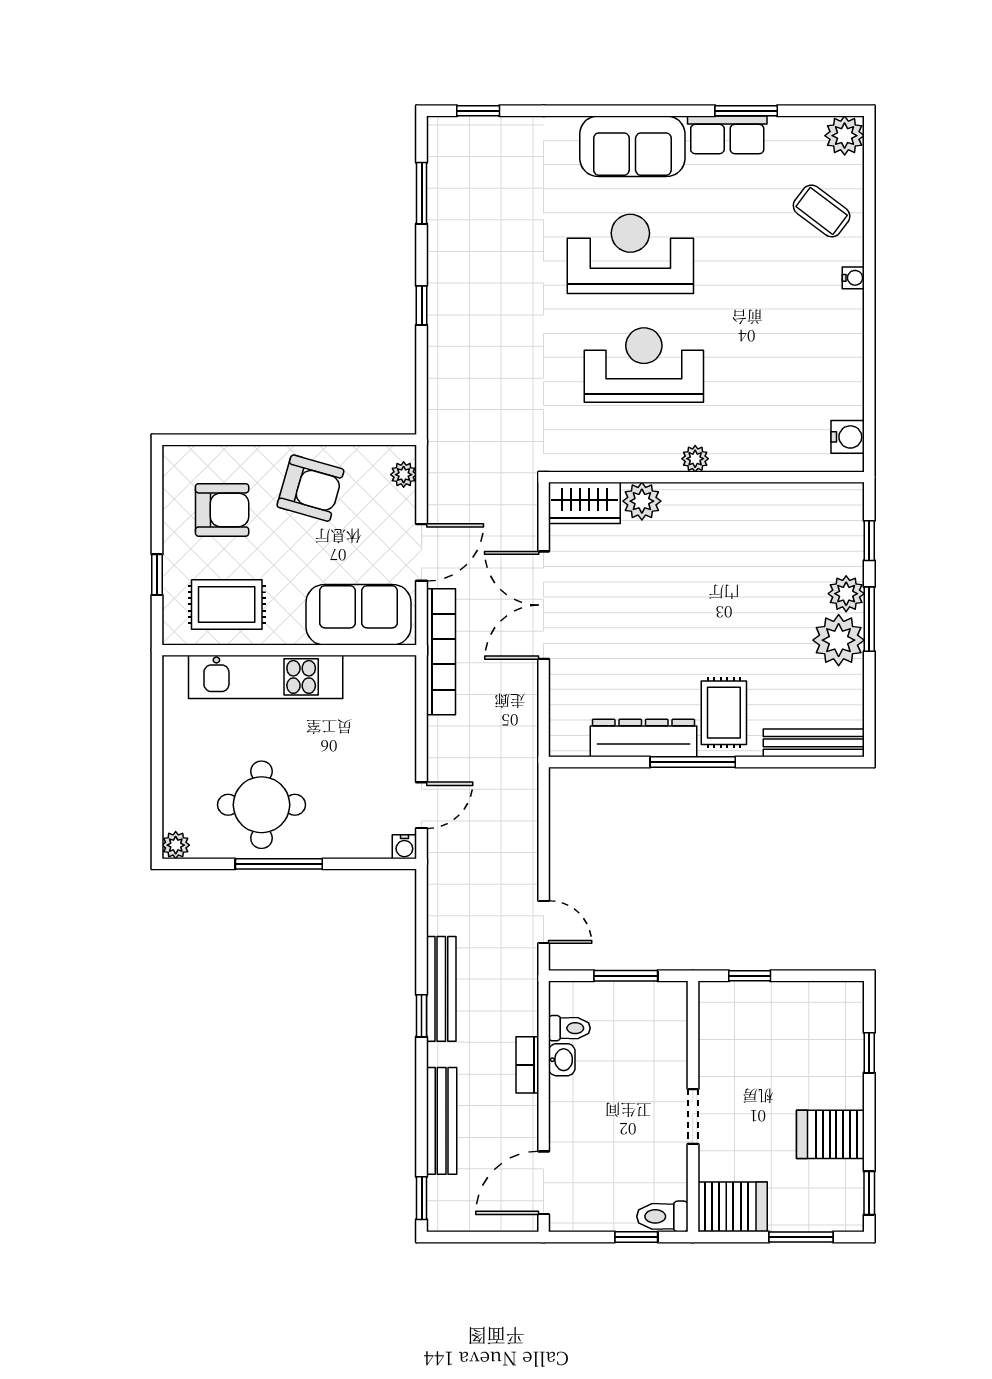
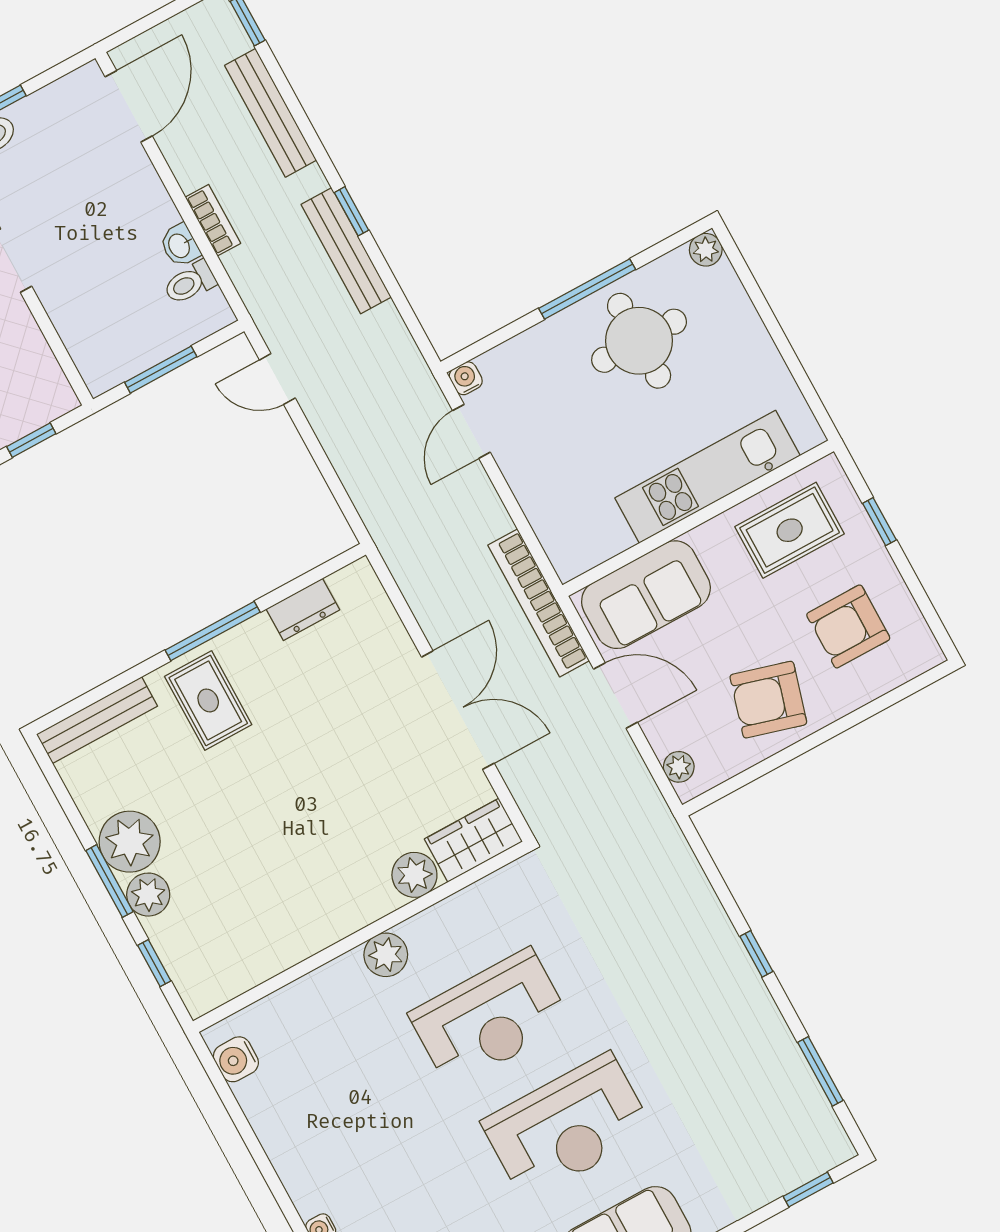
plant: (695, 459) -> (386, 955), width x1.38, depth x1.38
door: (422, 552) -> (616, 696), swing flipped
dresser: (643, 738) -> (303, 609), width x0.51, depth x0.80

